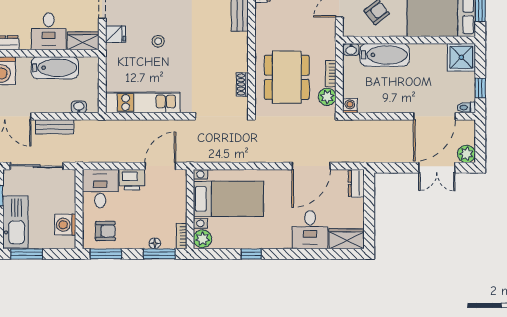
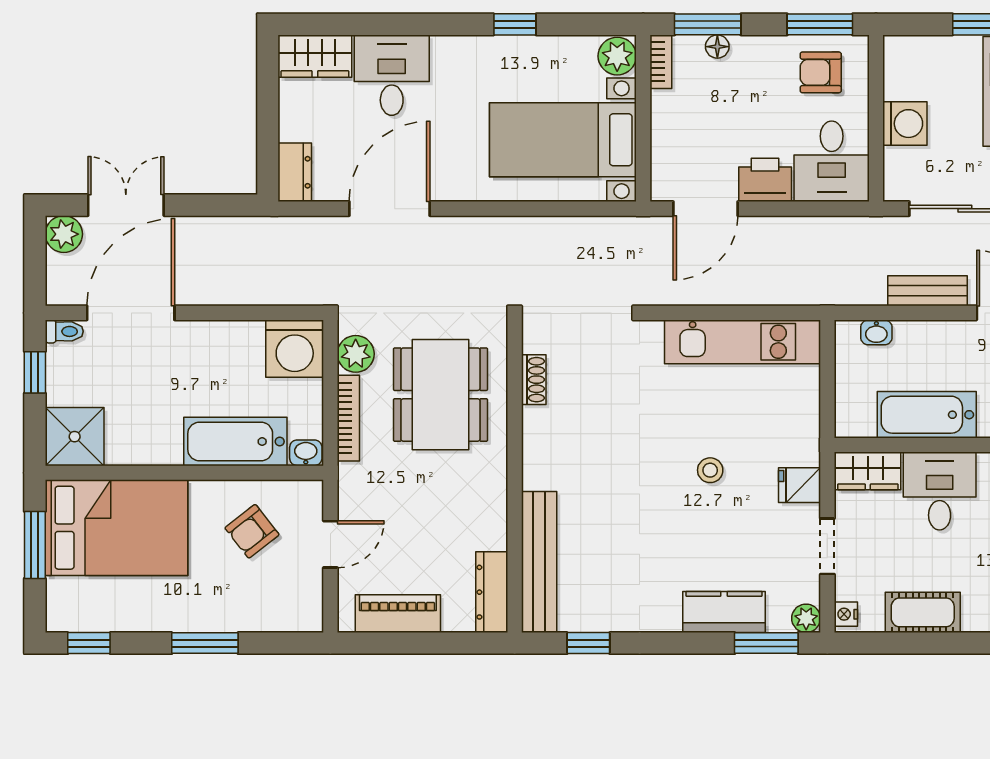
bookcase: (331, 73) -> (348, 418), width x1.56
washing machine: (350, 106) -> (295, 349), width x1.89, depth x1.89
washing machine: (65, 225) -> (905, 124), moved

